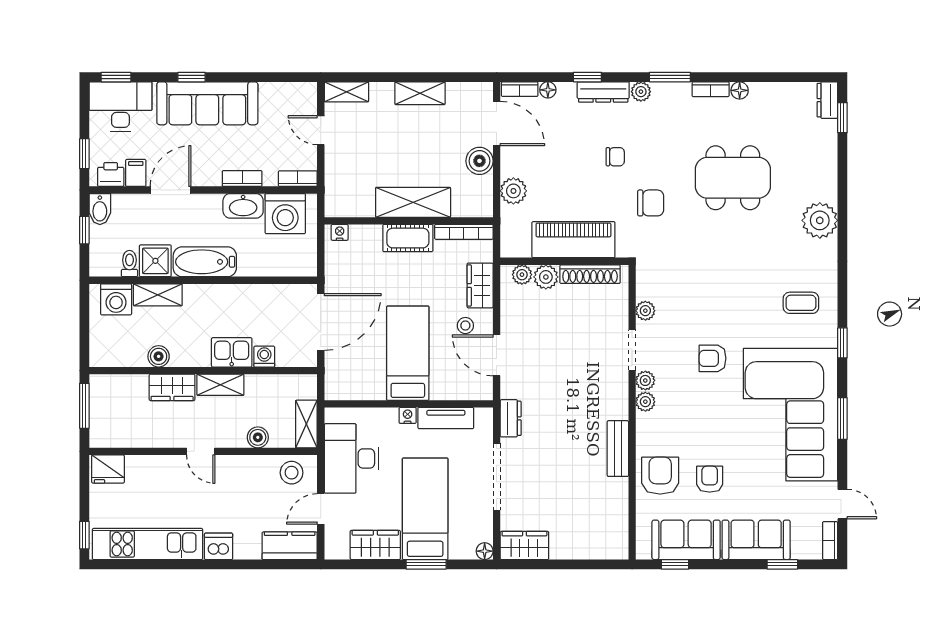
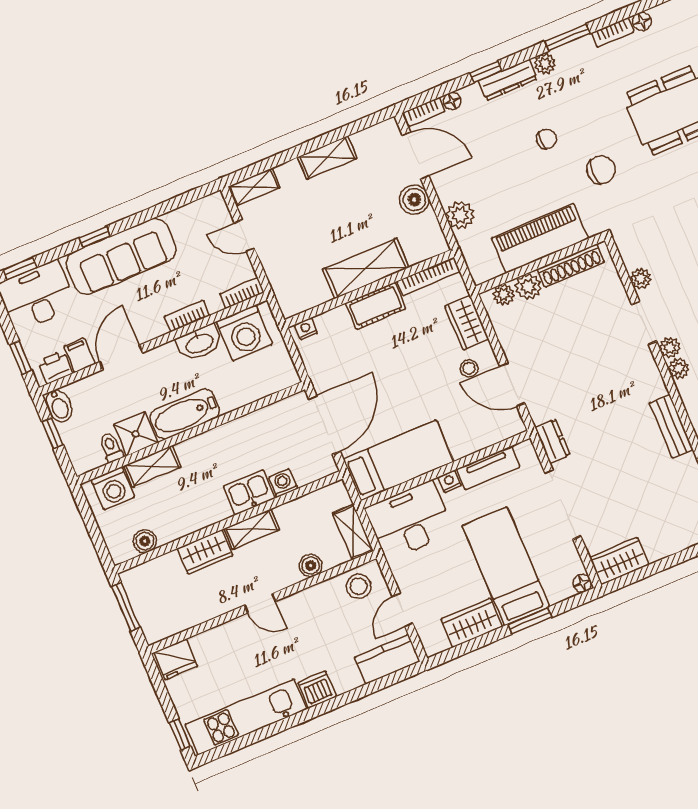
bed: (408, 353) -> (399, 460), moved, turned 90
boiler: (159, 356) -> (145, 541), moved
desk: (352, 458) -> (409, 521), moved, turned 90

